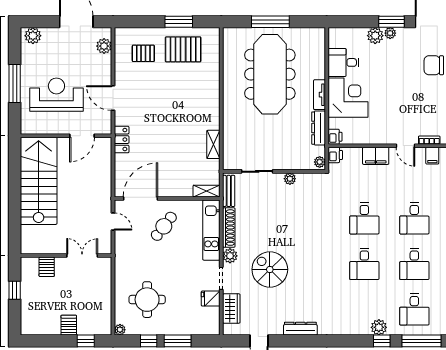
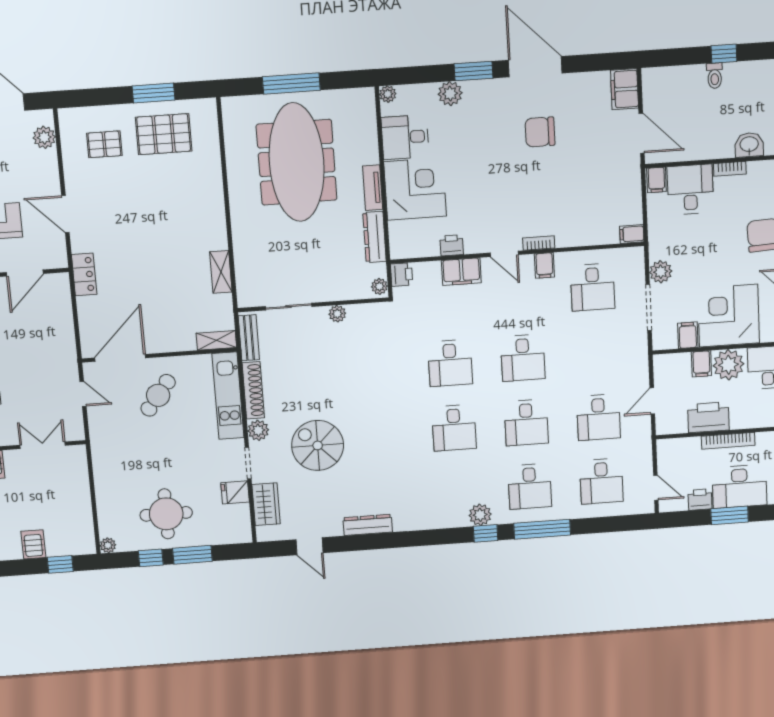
plant: (390, 33) -> (388, 94), moved
printer: (335, 137) -> (452, 245), moved, turned -90
round table: (147, 300) -> (166, 514), moved

